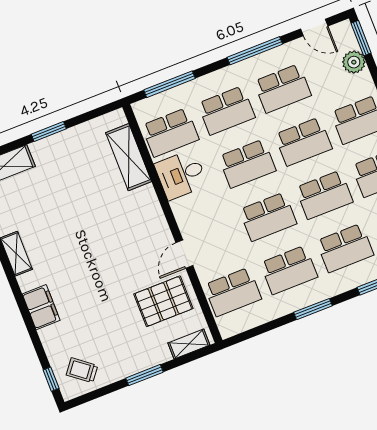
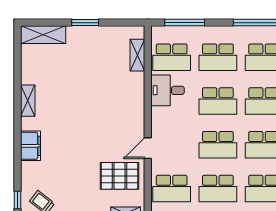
shelving: (129, 157) -> (137, 55), width x0.67, depth x0.75

